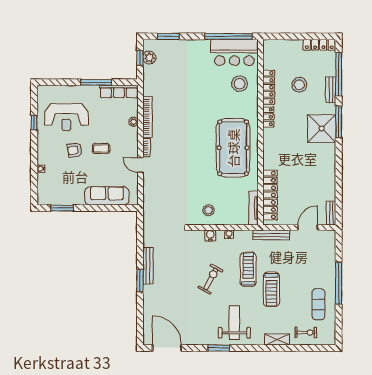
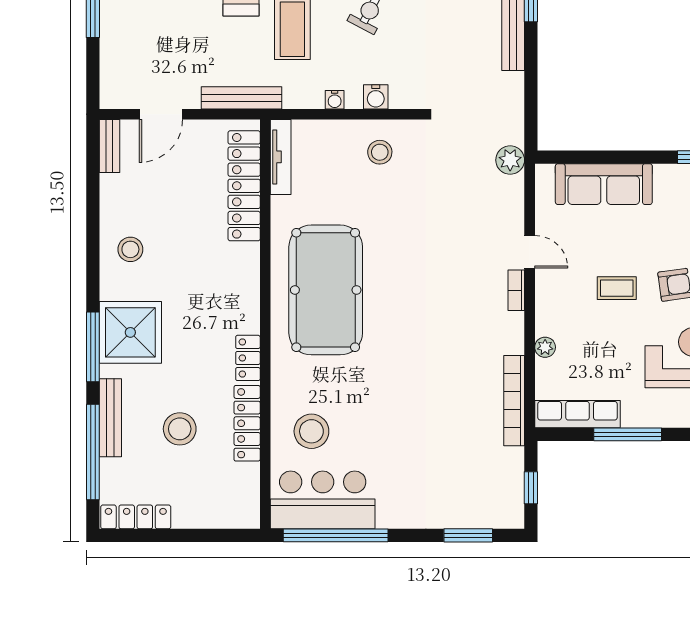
plant: (149, 58) -> (510, 160), moved
bench: (331, 90) -> (110, 418), width x1.36
bookcase: (148, 117) -> (514, 401), moved
stool: (322, 166) -> (130, 249), added

